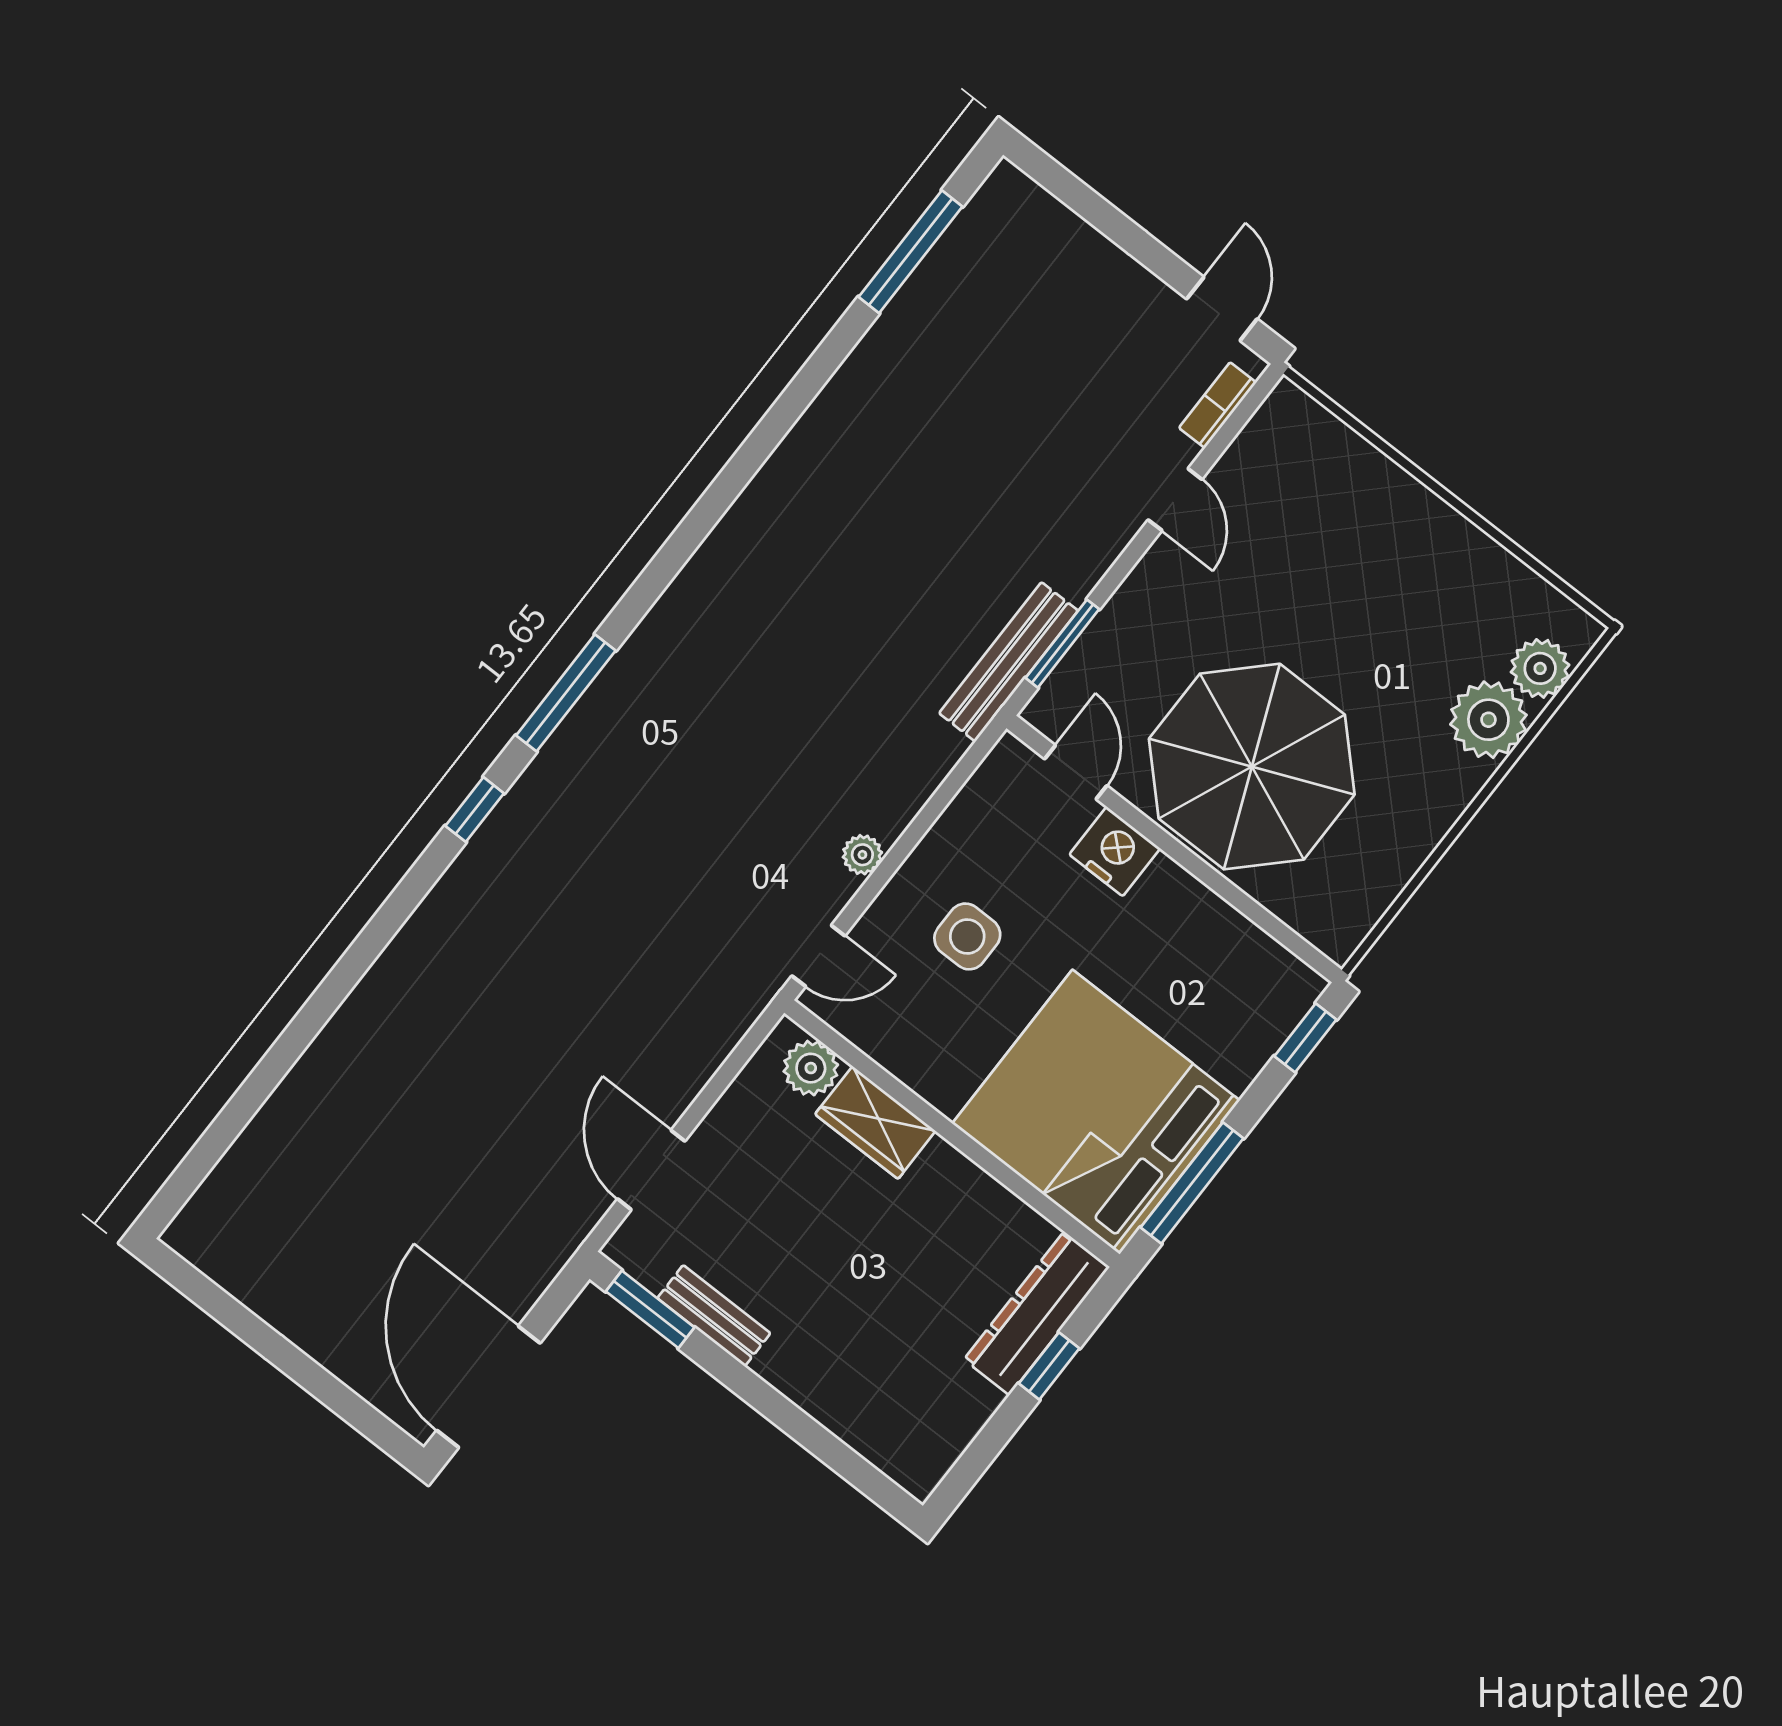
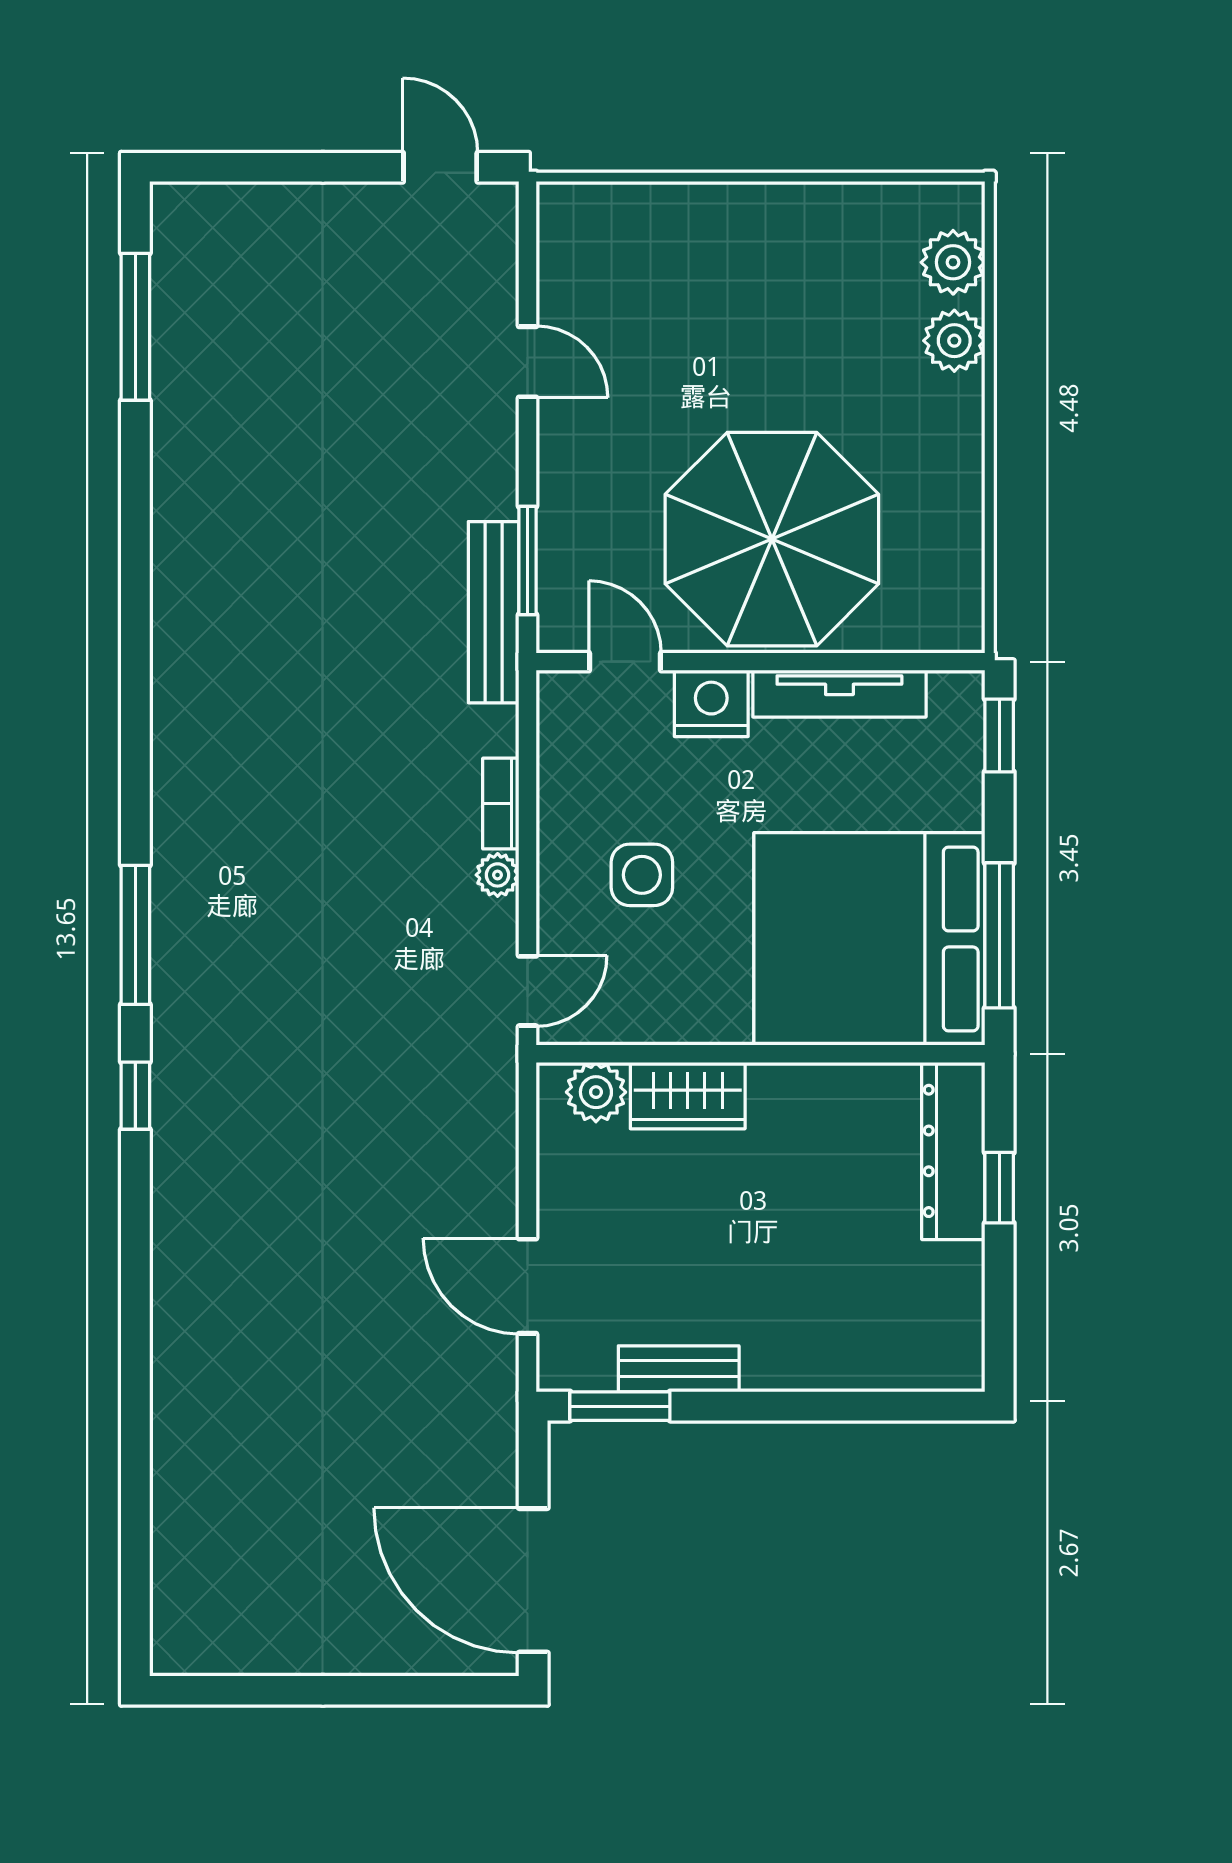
bookcase: (1218, 405) -> (501, 804), moved
plant: (1488, 720) -> (954, 341), width x0.73, depth x0.73
tv unit: (1213, 917) -> (839, 694), added

